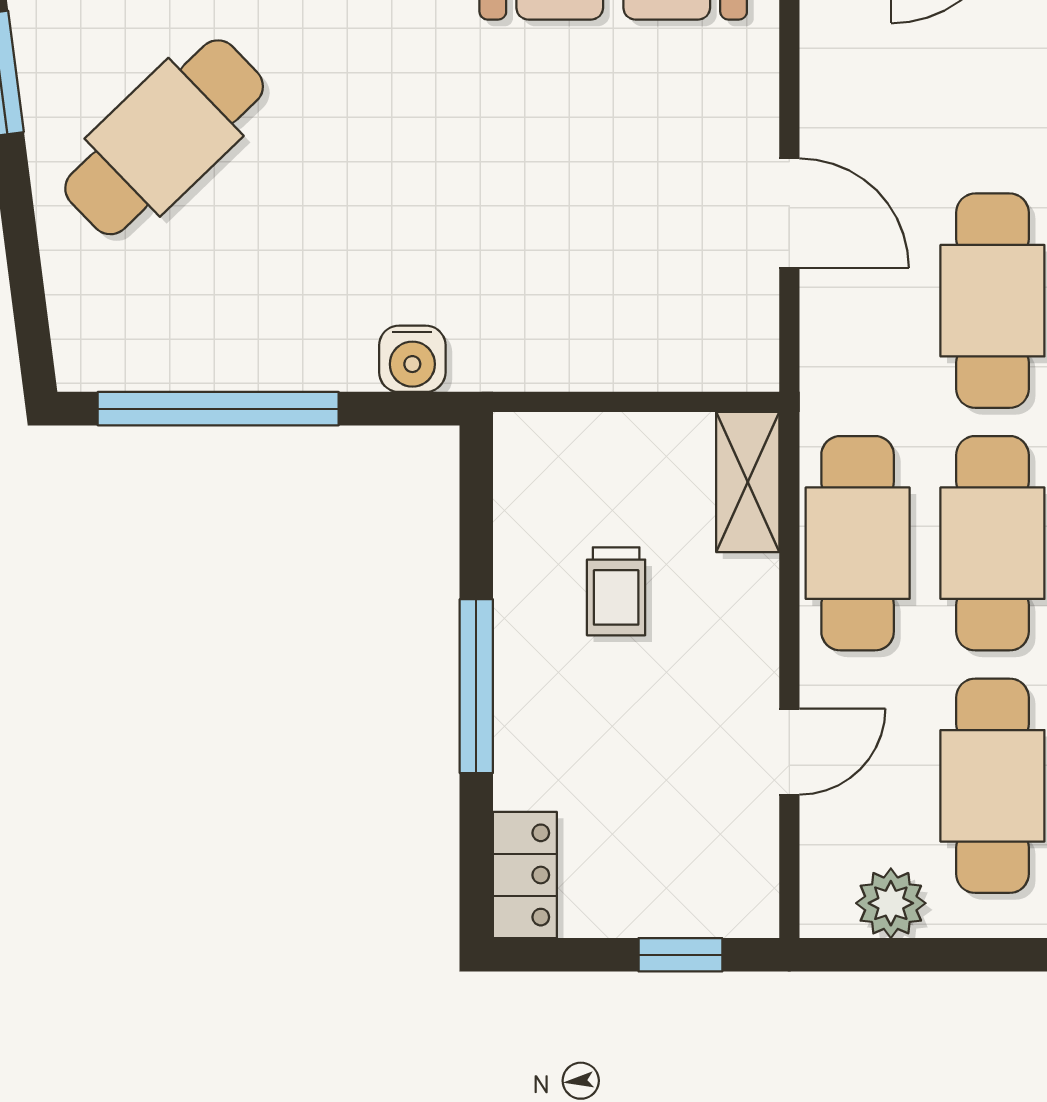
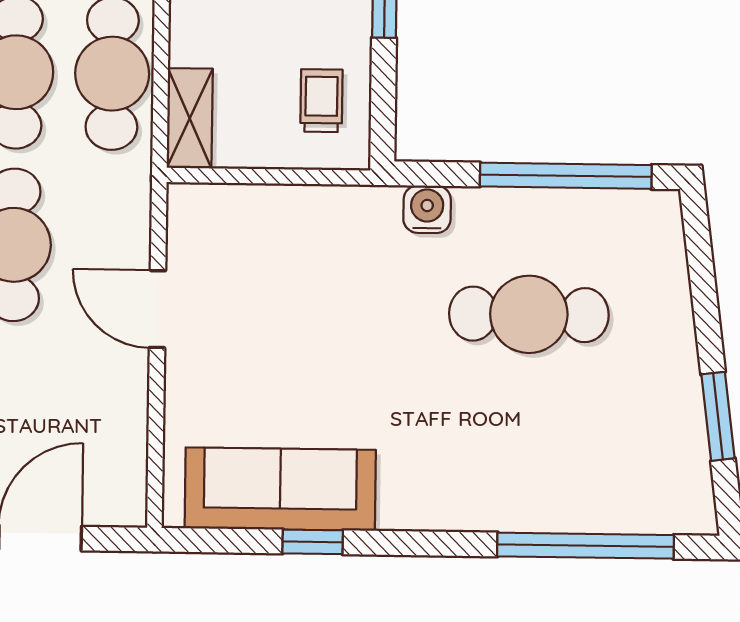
cafe table: (164, 137) -> (529, 314), moved, turned 44
trolley: (616, 591) -> (321, 101), moved

